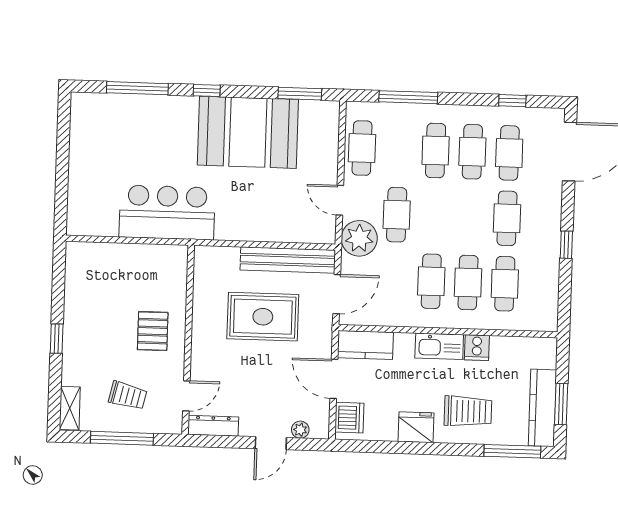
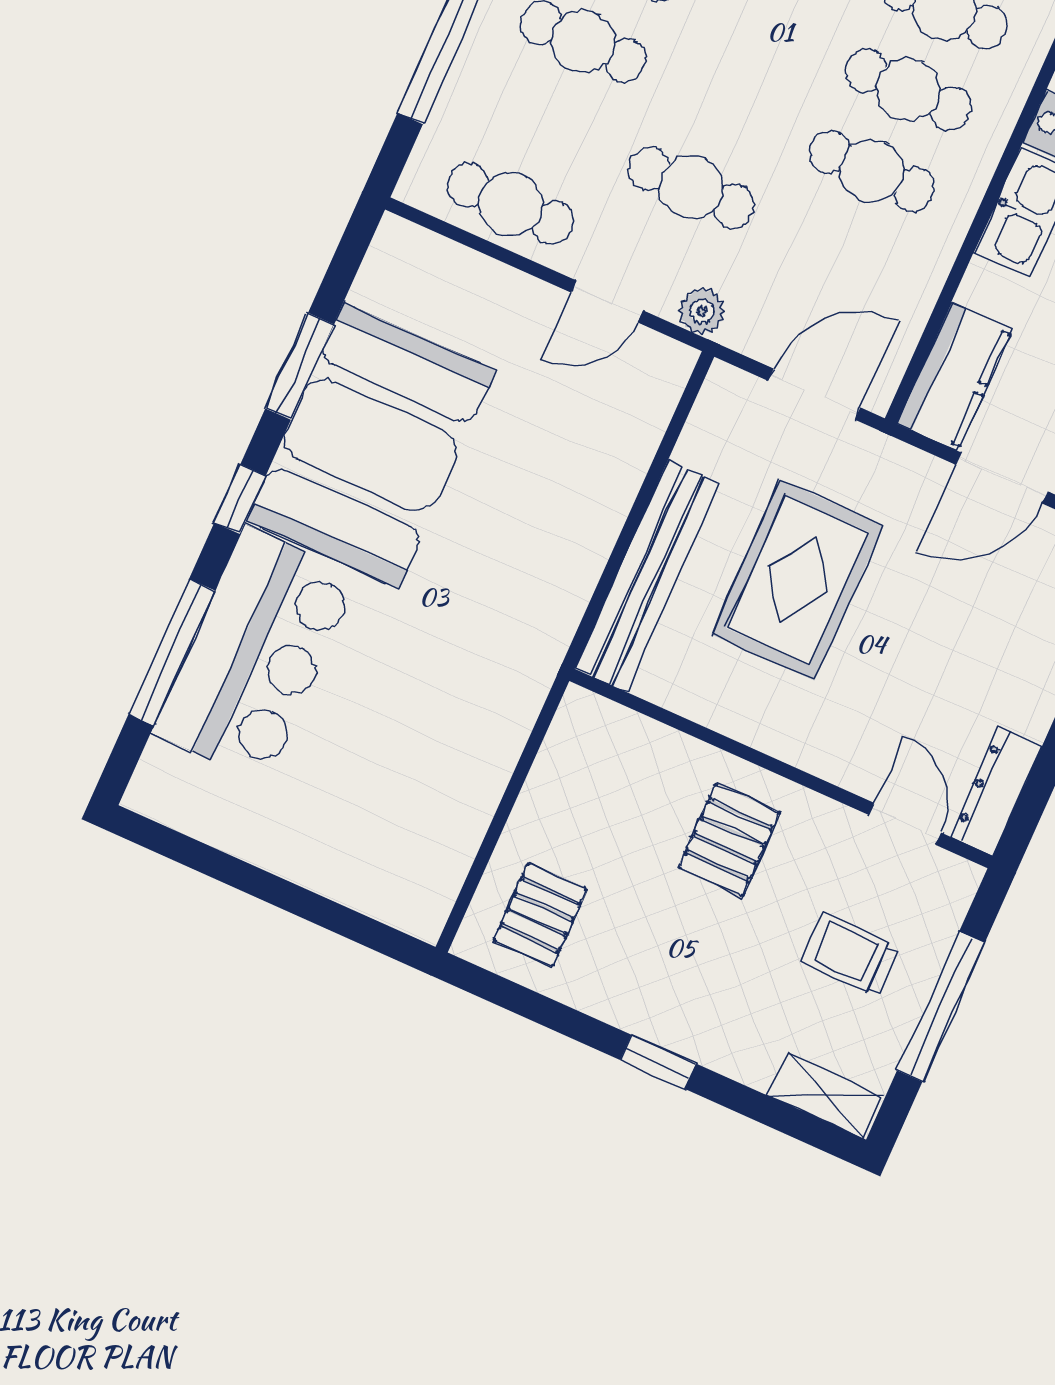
window: (300, 94) -> (299, 366), moved
bar counter: (167, 212) -> (255, 654), moved, turned 180
plant: (359, 238) -> (702, 311), width x0.53, depth x0.53
bench: (288, 260) -> (647, 576), moved
pallet: (94, 271) -> (540, 915), added
door: (337, 294) -> (814, 394), hinge flipped
pallet: (153, 331) -> (729, 840), turned 90
trolley: (128, 396) -> (851, 955), turned -103

